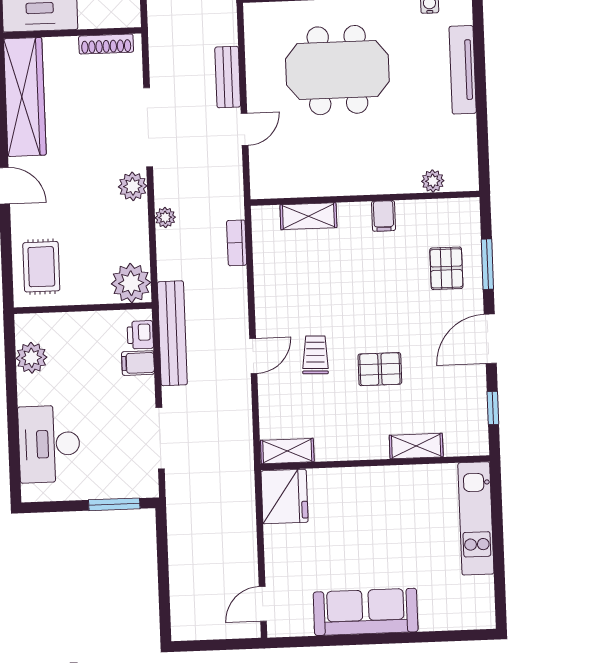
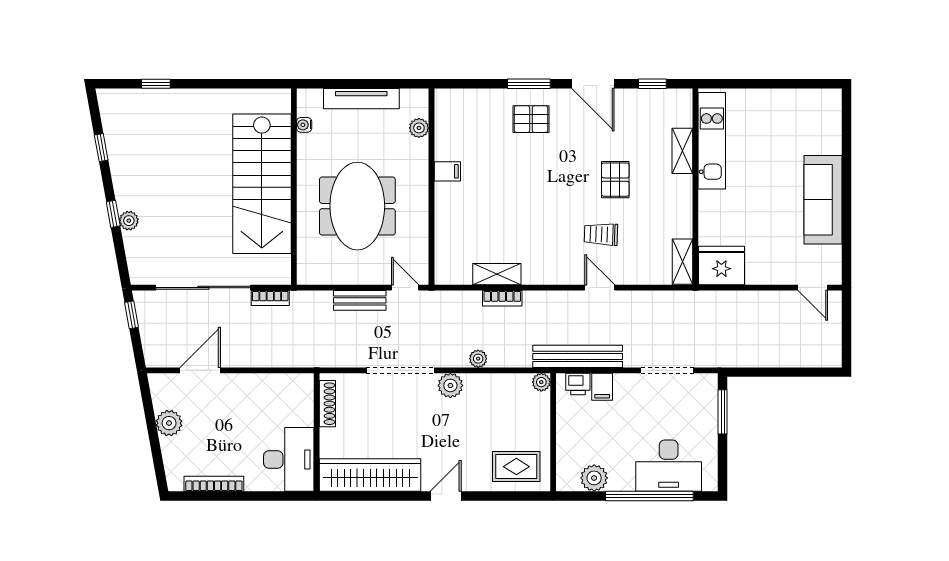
plant: (433, 181) -> (419, 128), moved
wall: (365, 198) -> (431, 187), moved
shelving: (308, 216) -> (497, 274), moved, turned 90
filing cabinet: (384, 216) -> (447, 171), moved
plant: (131, 283) -> (541, 382), width x0.53, depth x0.53
window: (13, 423) -> (649, 496), added
kitchen unit: (476, 518) -> (712, 141), moved, turned -90

